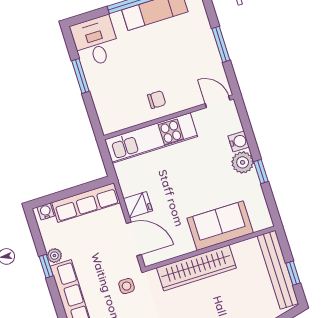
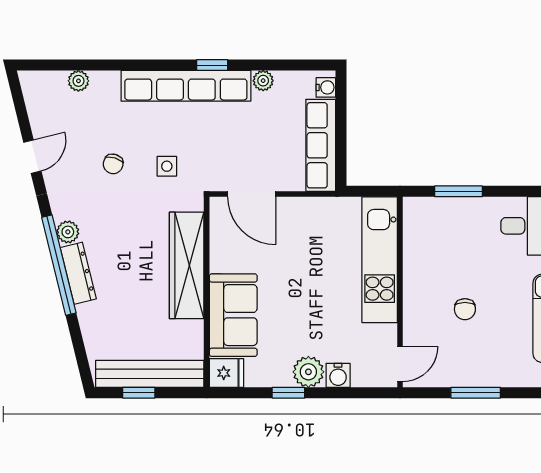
window: (80, 76) -> (458, 191), moved
chair: (157, 100) -> (465, 309), moved
fridge: (138, 205) -> (226, 373), moved, turned -90
door: (134, 239) -> (252, 194), hinge flipped
window: (46, 266) -> (212, 65), moved
side table: (127, 286) -> (167, 166), moved

